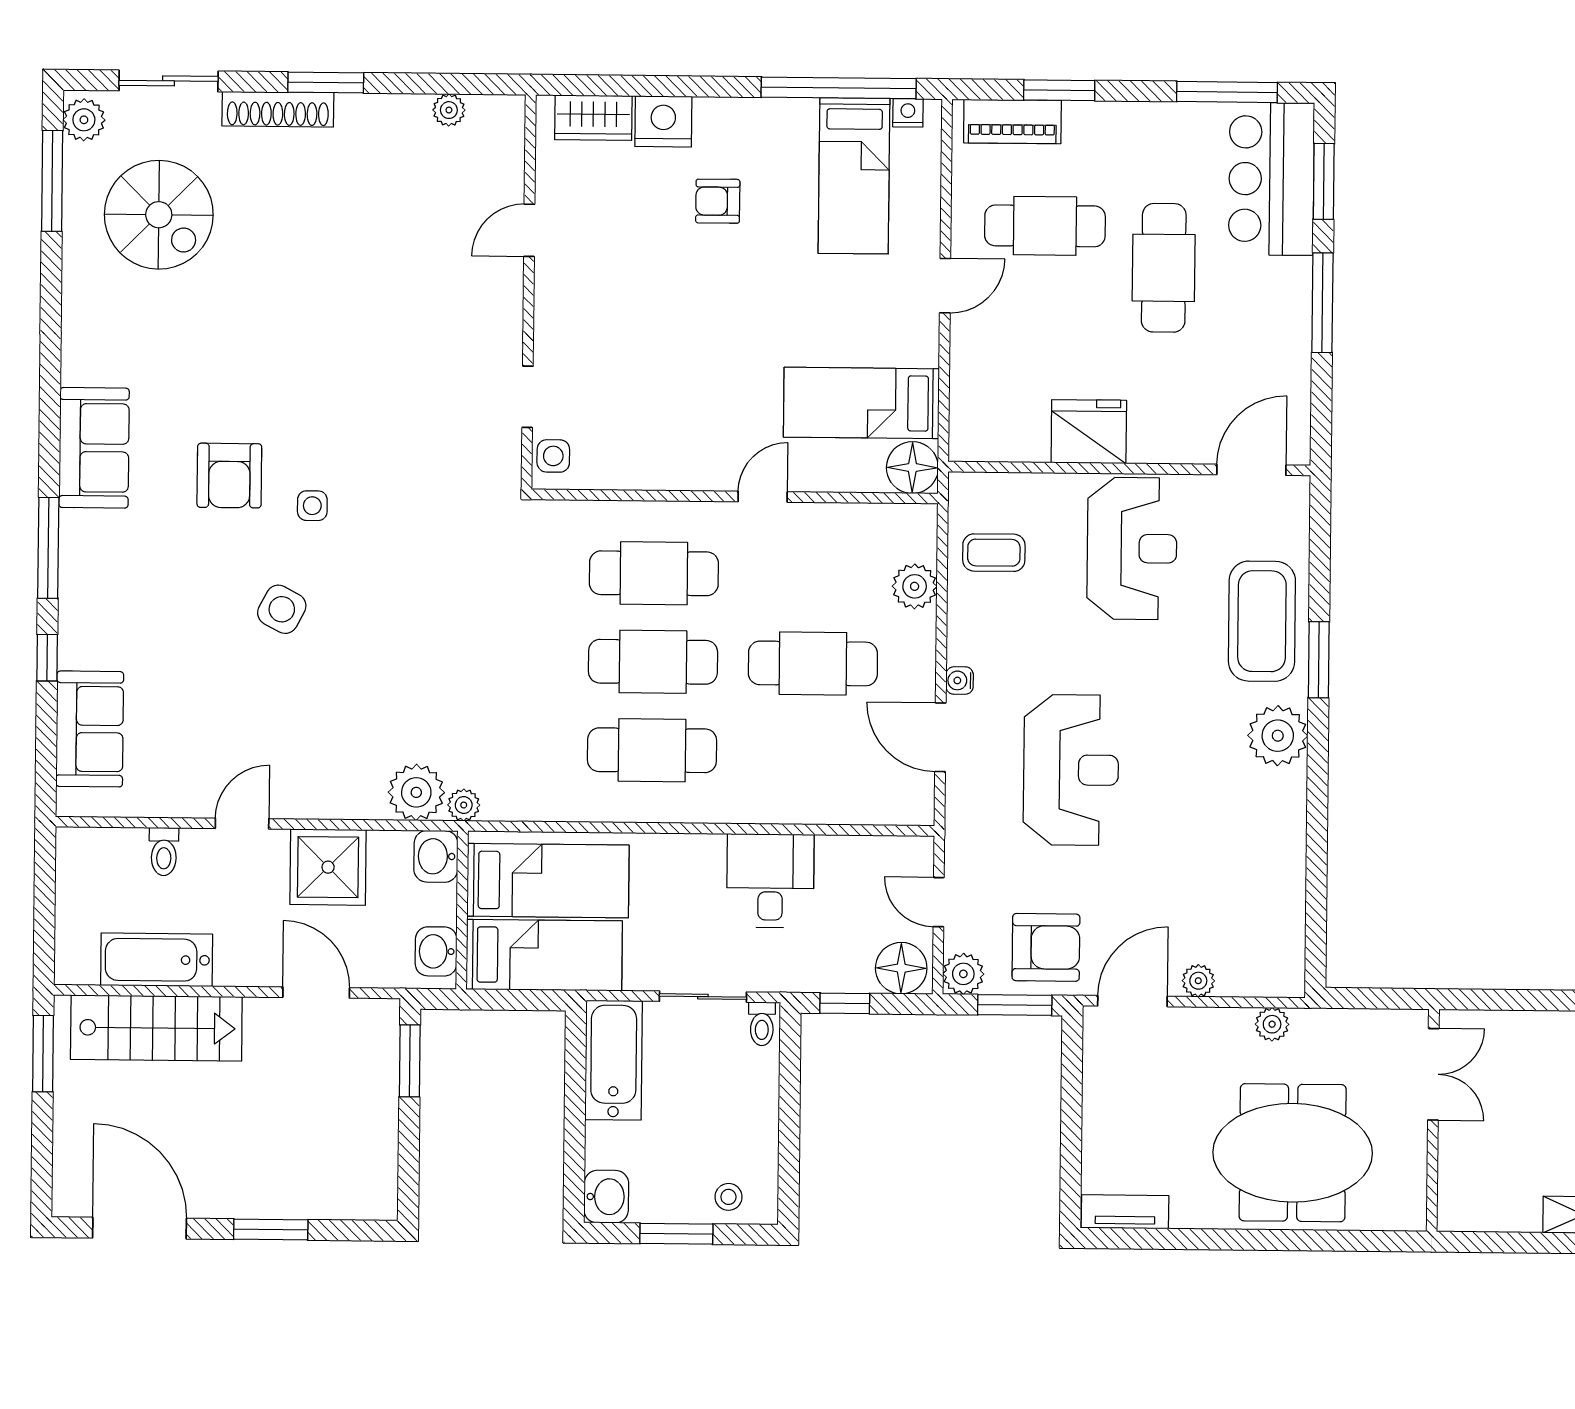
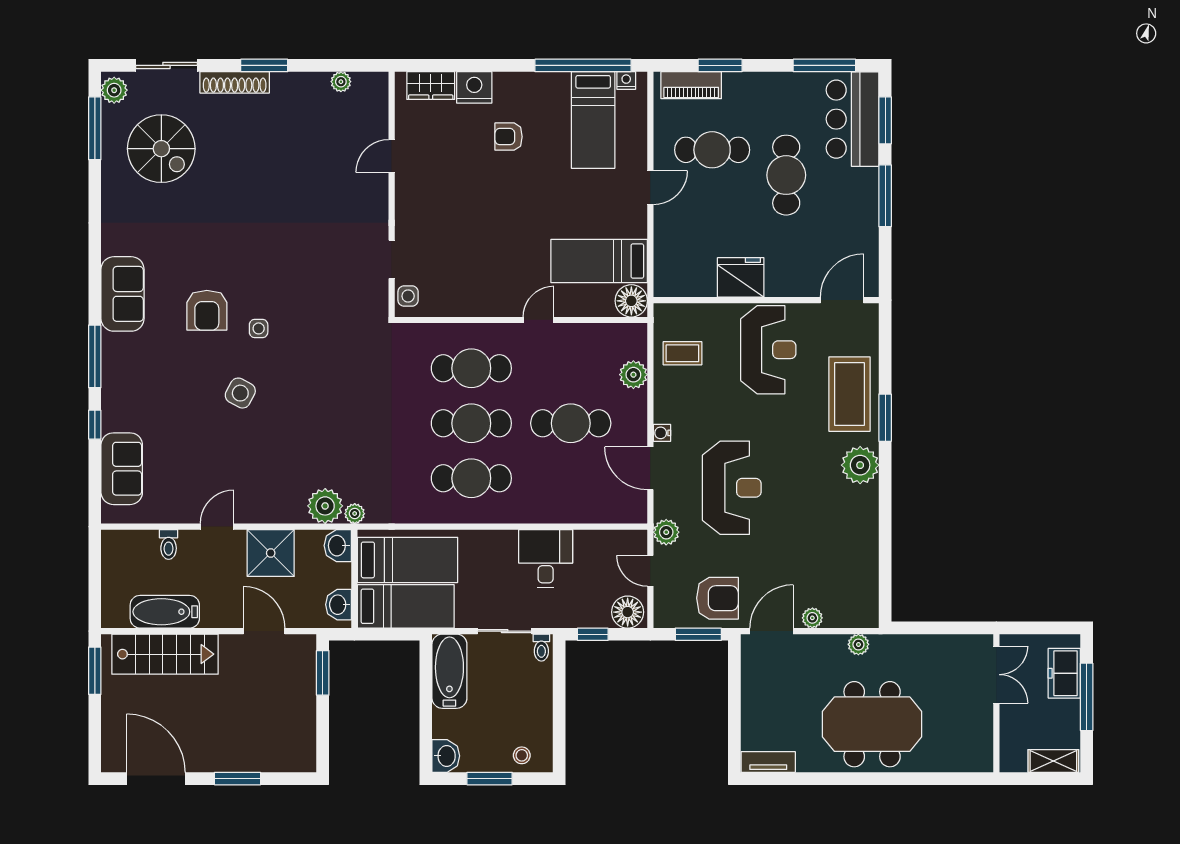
plant: (963, 974) -> (666, 532), moved
double door: (1433, 1074) -> (996, 675), moved
wall: (1433, 1120) -> (996, 703), moved

